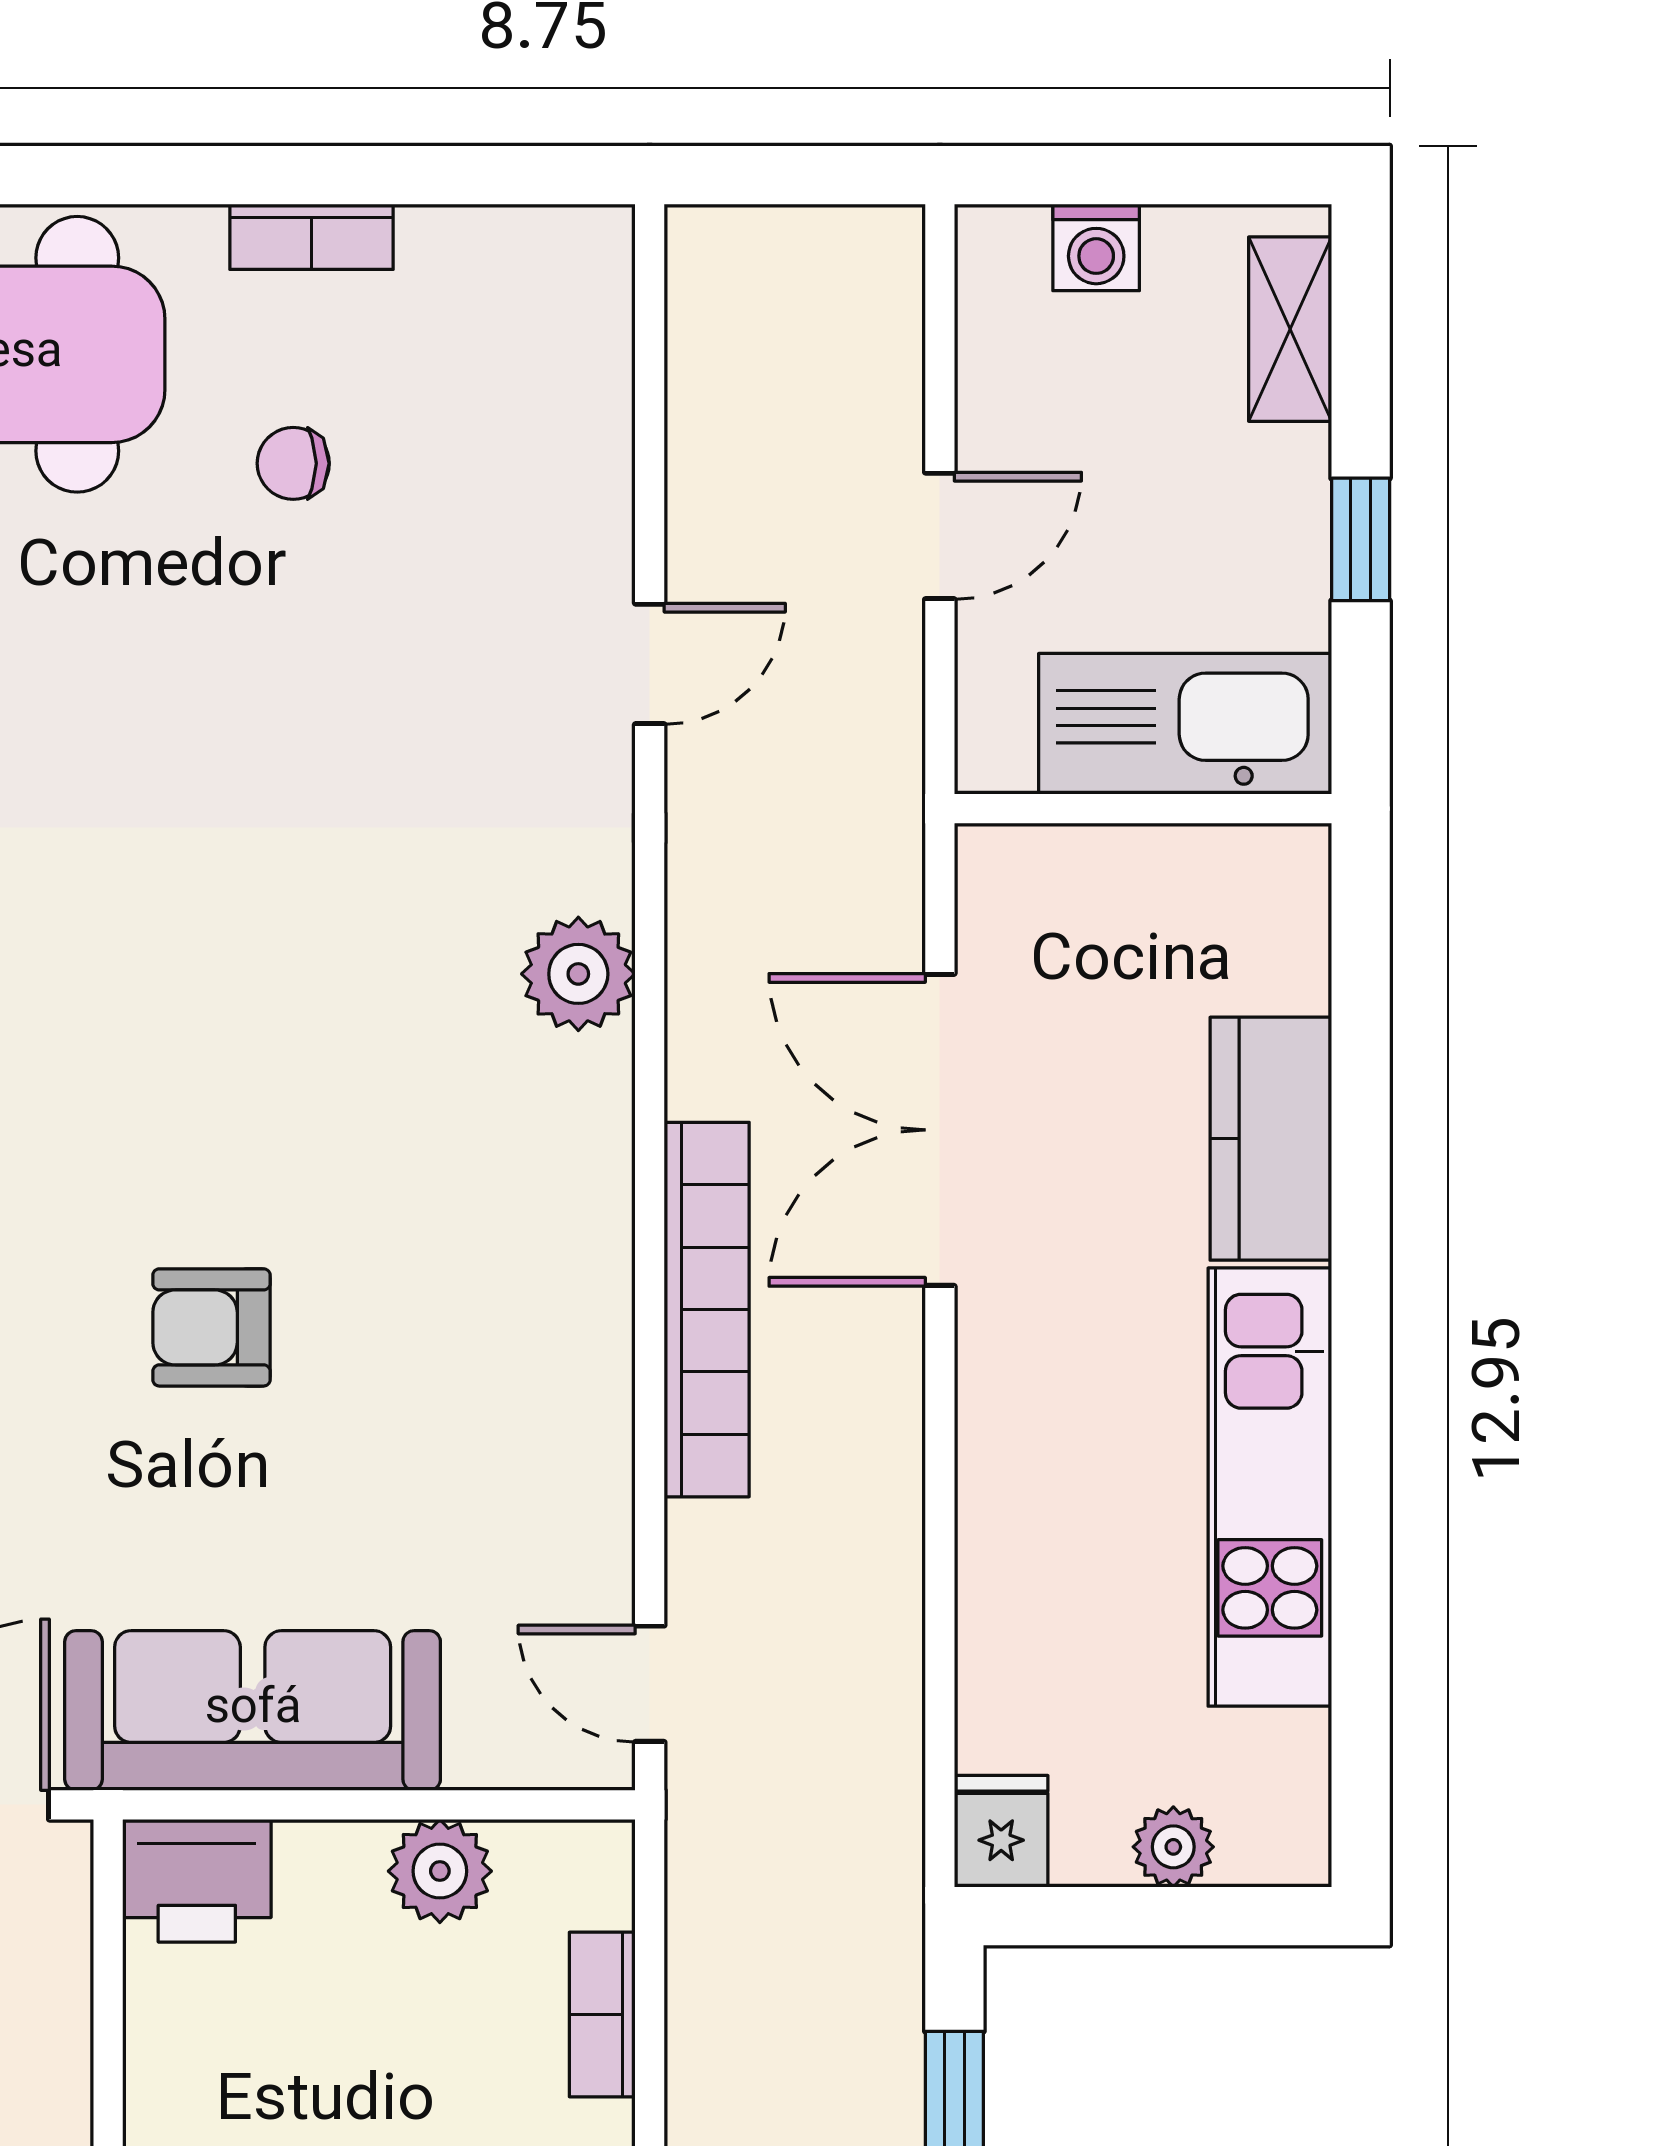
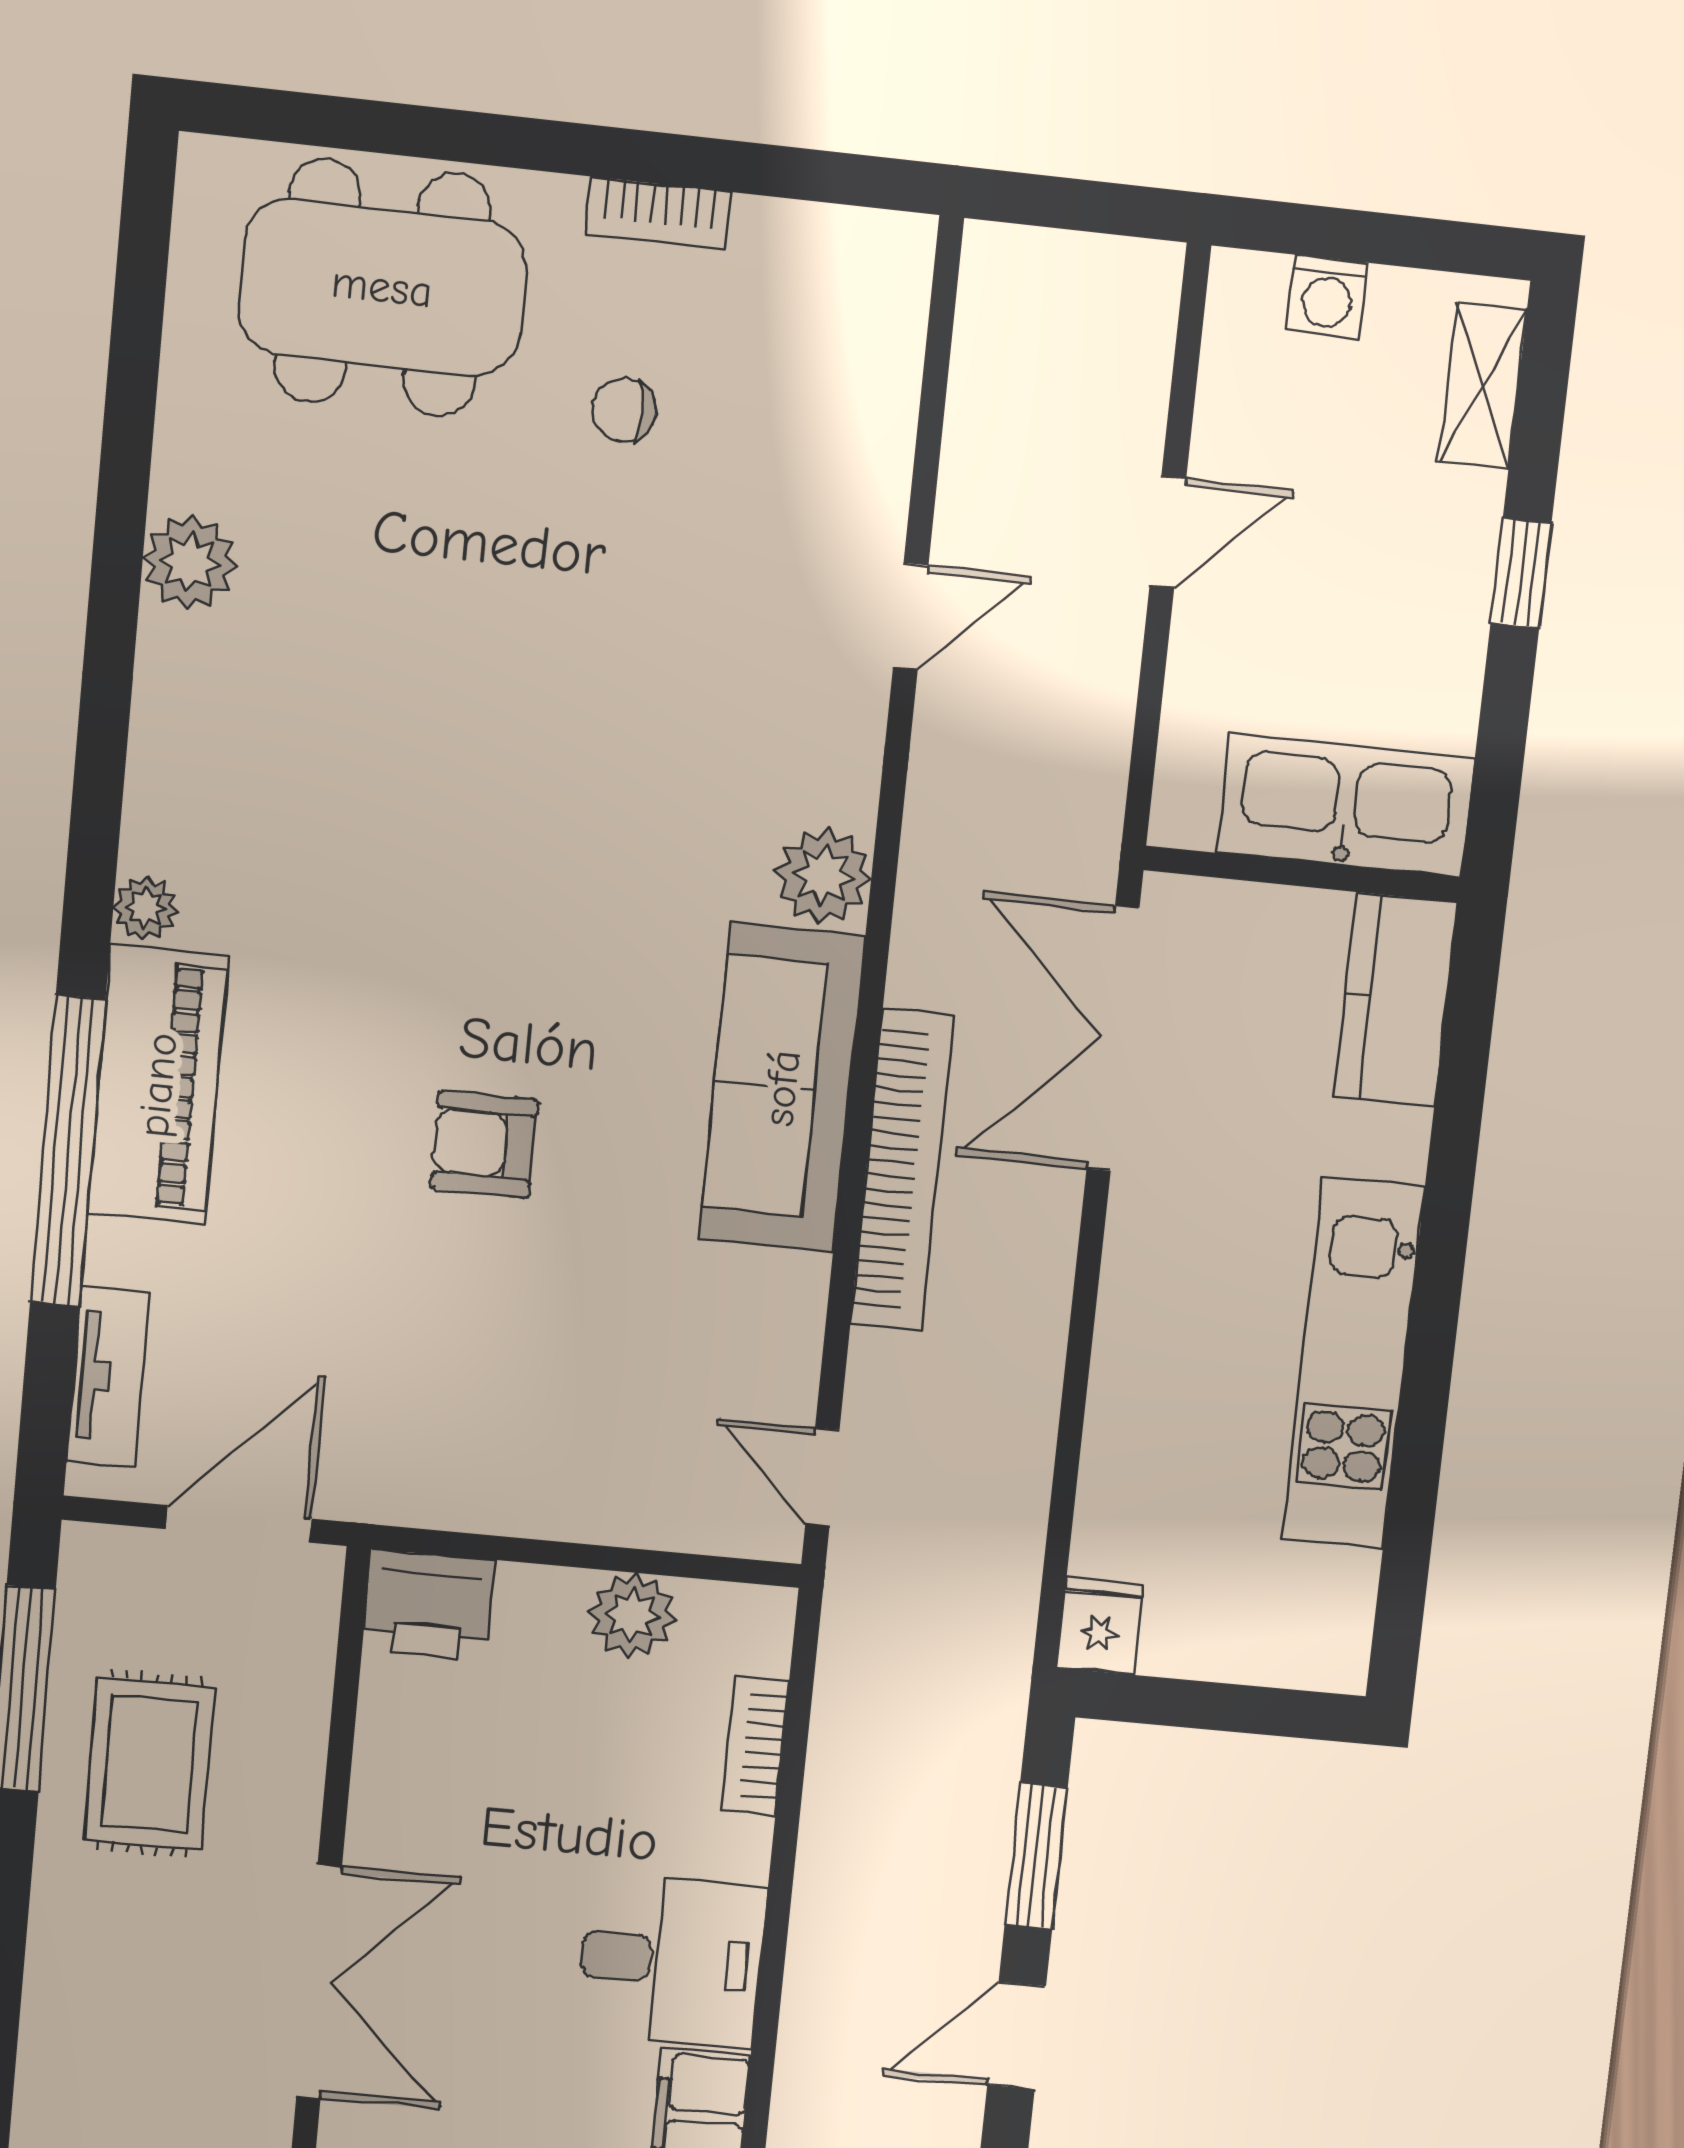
kitchen sink: (1185, 724) -> (1346, 806), moved
wall: (1143, 809) -> (1302, 874), moved
kitchen counter: (1271, 1139) -> (1396, 1000), moved
sofa: (253, 1710) -> (782, 1088), moved, turned -90
plant: (1173, 1847) -> (1240, 1652), removed

